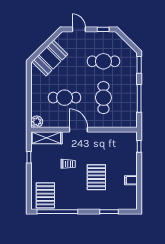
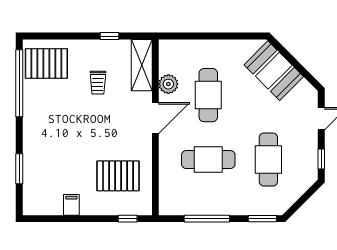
plant: (37, 122) -> (168, 84), moved
trolley: (68, 164) -> (98, 83), moved
pallet: (96, 177) -> (118, 176), moved

